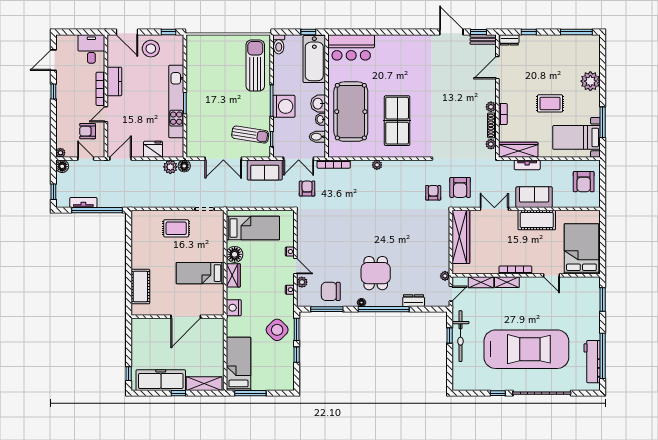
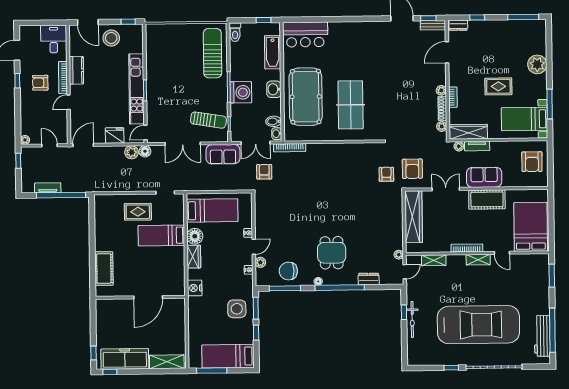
bathtub: (314, 59) -> (273, 52), width x0.73, depth x0.73
washbasin: (321, 119) -> (277, 134), moved
armchair: (88, 131) -> (40, 83), moved
door: (185, 147) -> (145, 133), added
plant: (377, 165) -> (459, 146), moved
floor lamp: (62, 166) -> (27, 153), removed
window: (53, 192) -> (18, 161), moved
door: (295, 266) -> (254, 247), hinge flipped
bed: (200, 273) -> (161, 235), moved
shelving: (507, 282) -> (478, 260), moved
side table: (277, 330) -> (237, 309), turned 45
bicycle: (460, 336) -> (412, 319), width x0.73, depth x0.71
bed: (238, 364) -> (228, 356), moved, turned -90
window: (178, 393) -> (110, 372), moved

